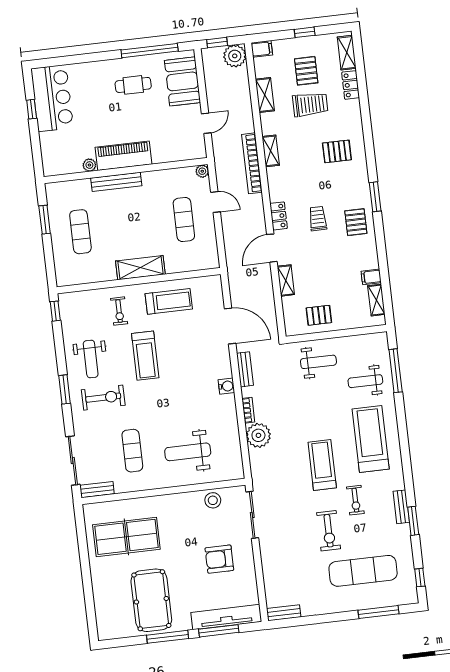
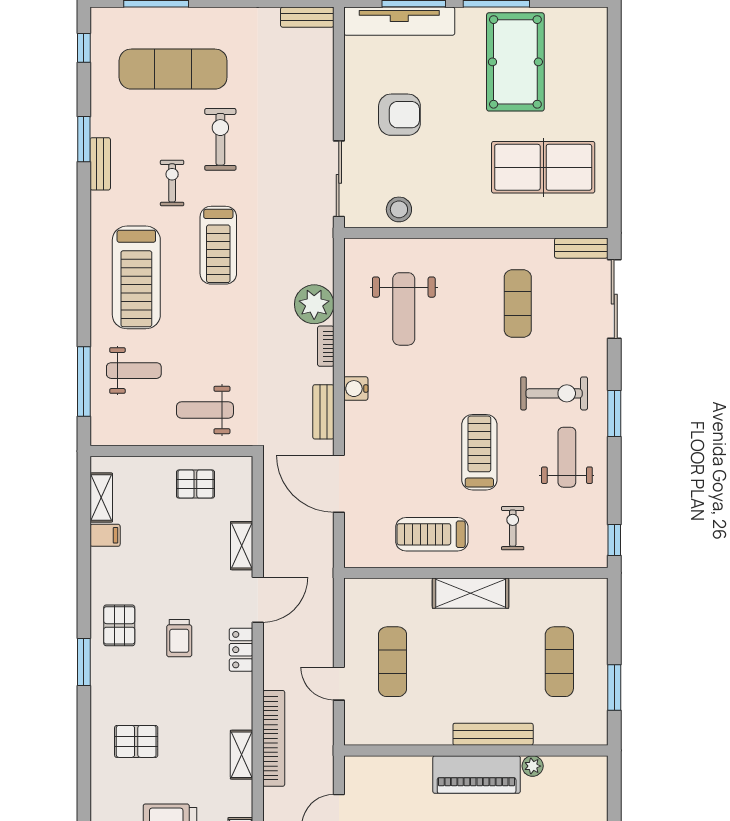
plant: (202, 171) -> (354, 735), removed
exercise bike: (103, 398) -> (554, 393), turned 180
weight bench: (188, 452) -> (404, 309), moved, turned 90

